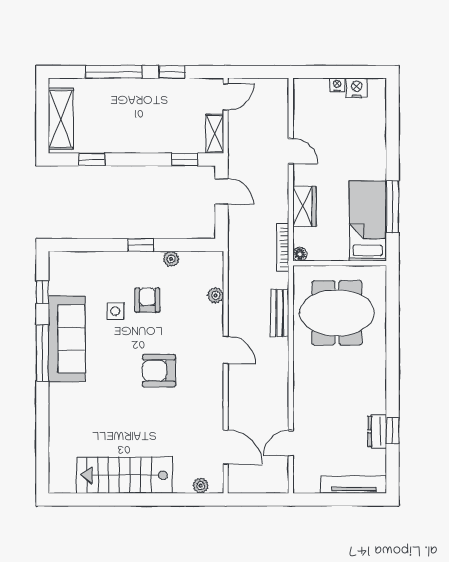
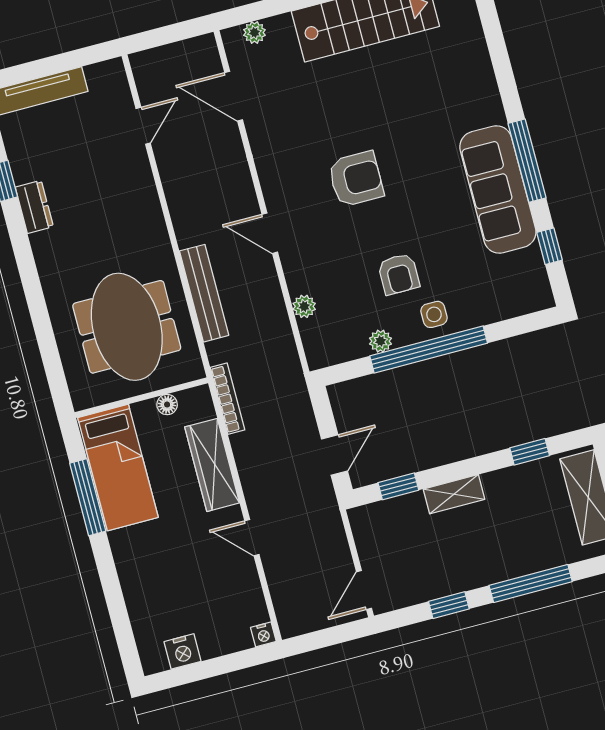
nightstand: (337, 85) -> (263, 634), moved
shelving: (215, 134) -> (454, 494), moved, turned 90
door: (222, 191) -> (335, 455), swing flipped
wardrobe: (304, 206) -> (212, 465), width x1.50
window: (141, 245) -> (429, 349), width x3.17
floor lamp: (300, 254) -> (167, 405), moved
side table: (115, 311) -> (434, 314), moved
bench: (280, 313) -> (204, 293), width x1.36
meeting table: (337, 313) -> (127, 327), turned 90
dresser: (377, 431) -> (34, 207), moved

